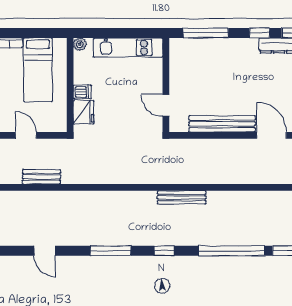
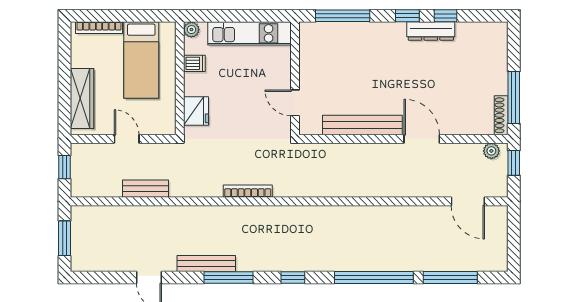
dishwasher: (82, 92) -> (194, 63), moved
bookcase: (127, 179) -> (248, 191), added
bench: (182, 197) -> (206, 264), moved

